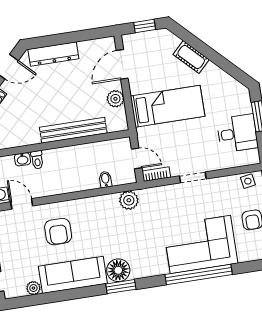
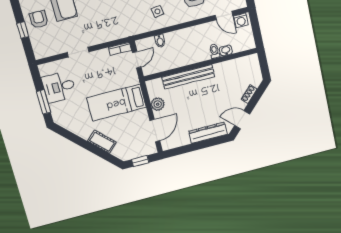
door: (137, 158) -> (137, 60), swing flipped
doorway: (193, 177) -> (78, 52), moved
side table: (248, 181) -> (157, 11), moved
plant: (129, 200) -> (140, 26), removed

